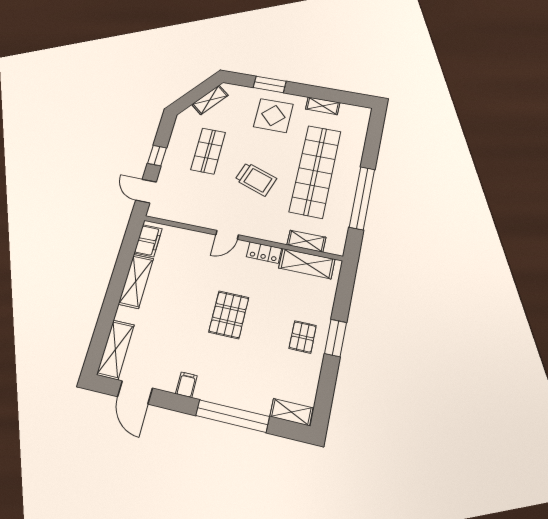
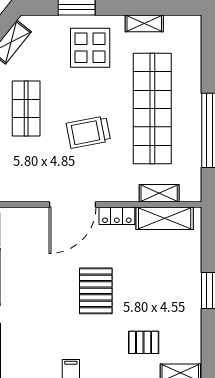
trolley: (256, 179) -> (88, 132), turned 150
door: (227, 235) -> (73, 204), width x1.88
pallet: (303, 337) -> (144, 342), moved, turned 90

